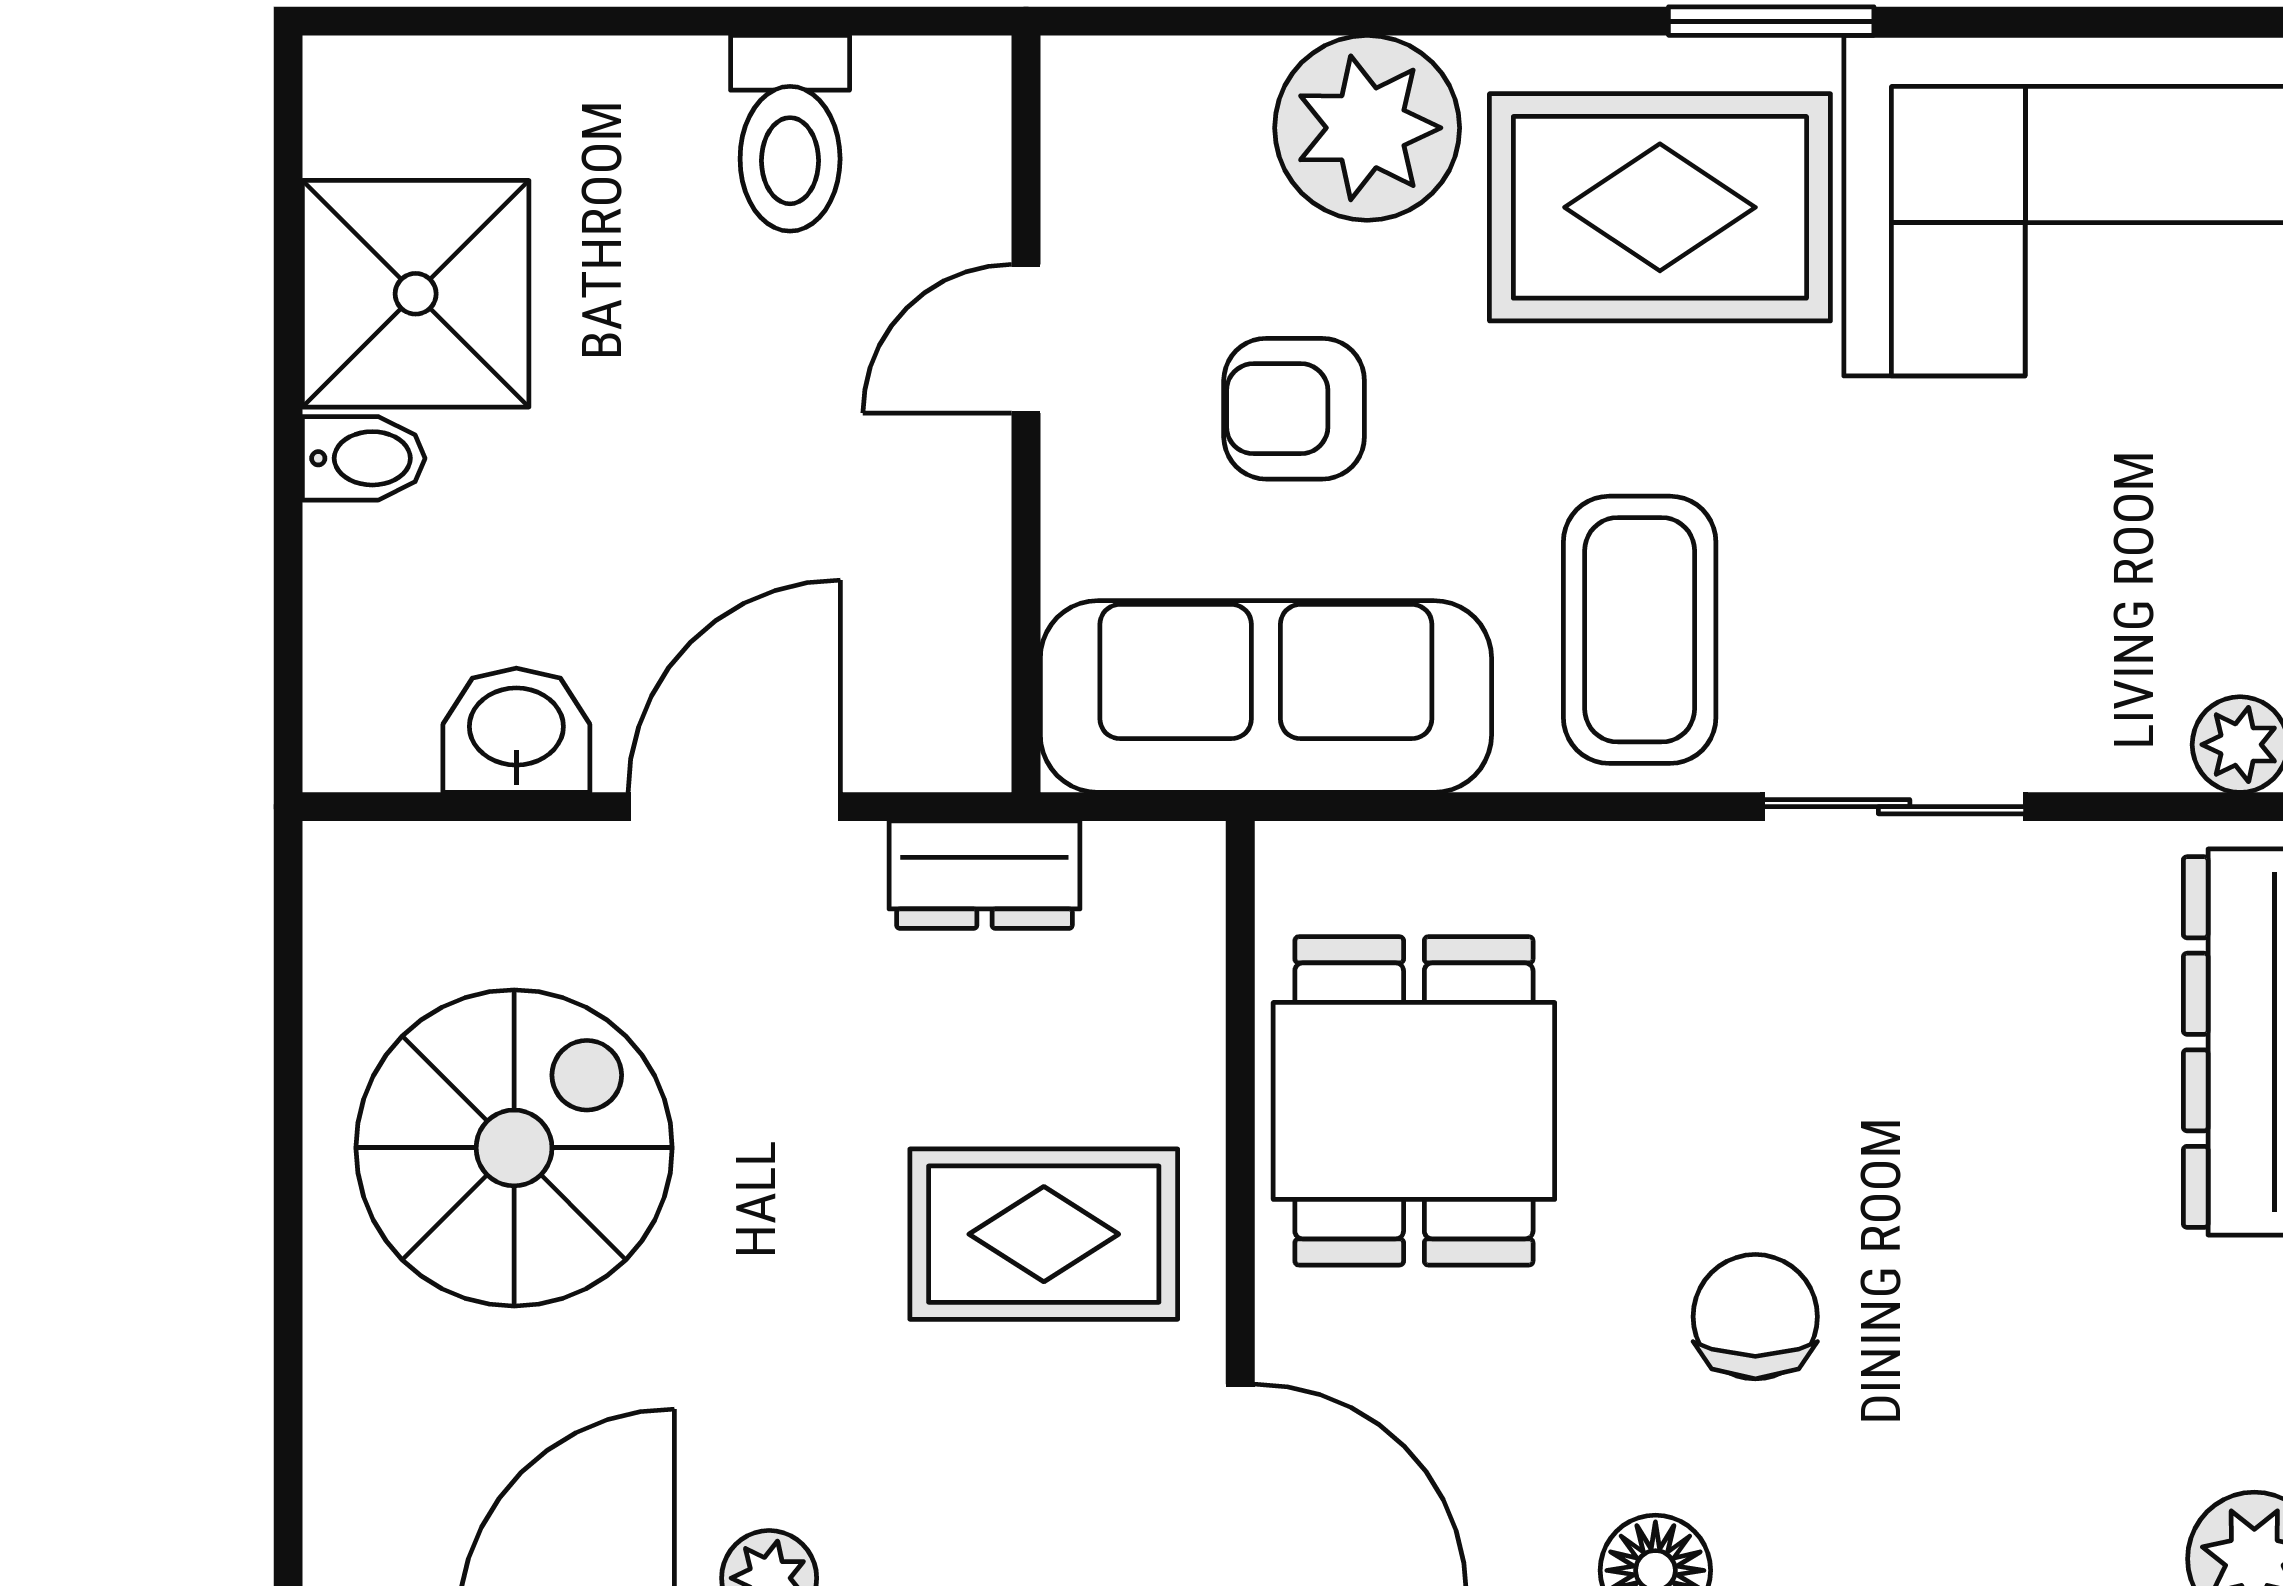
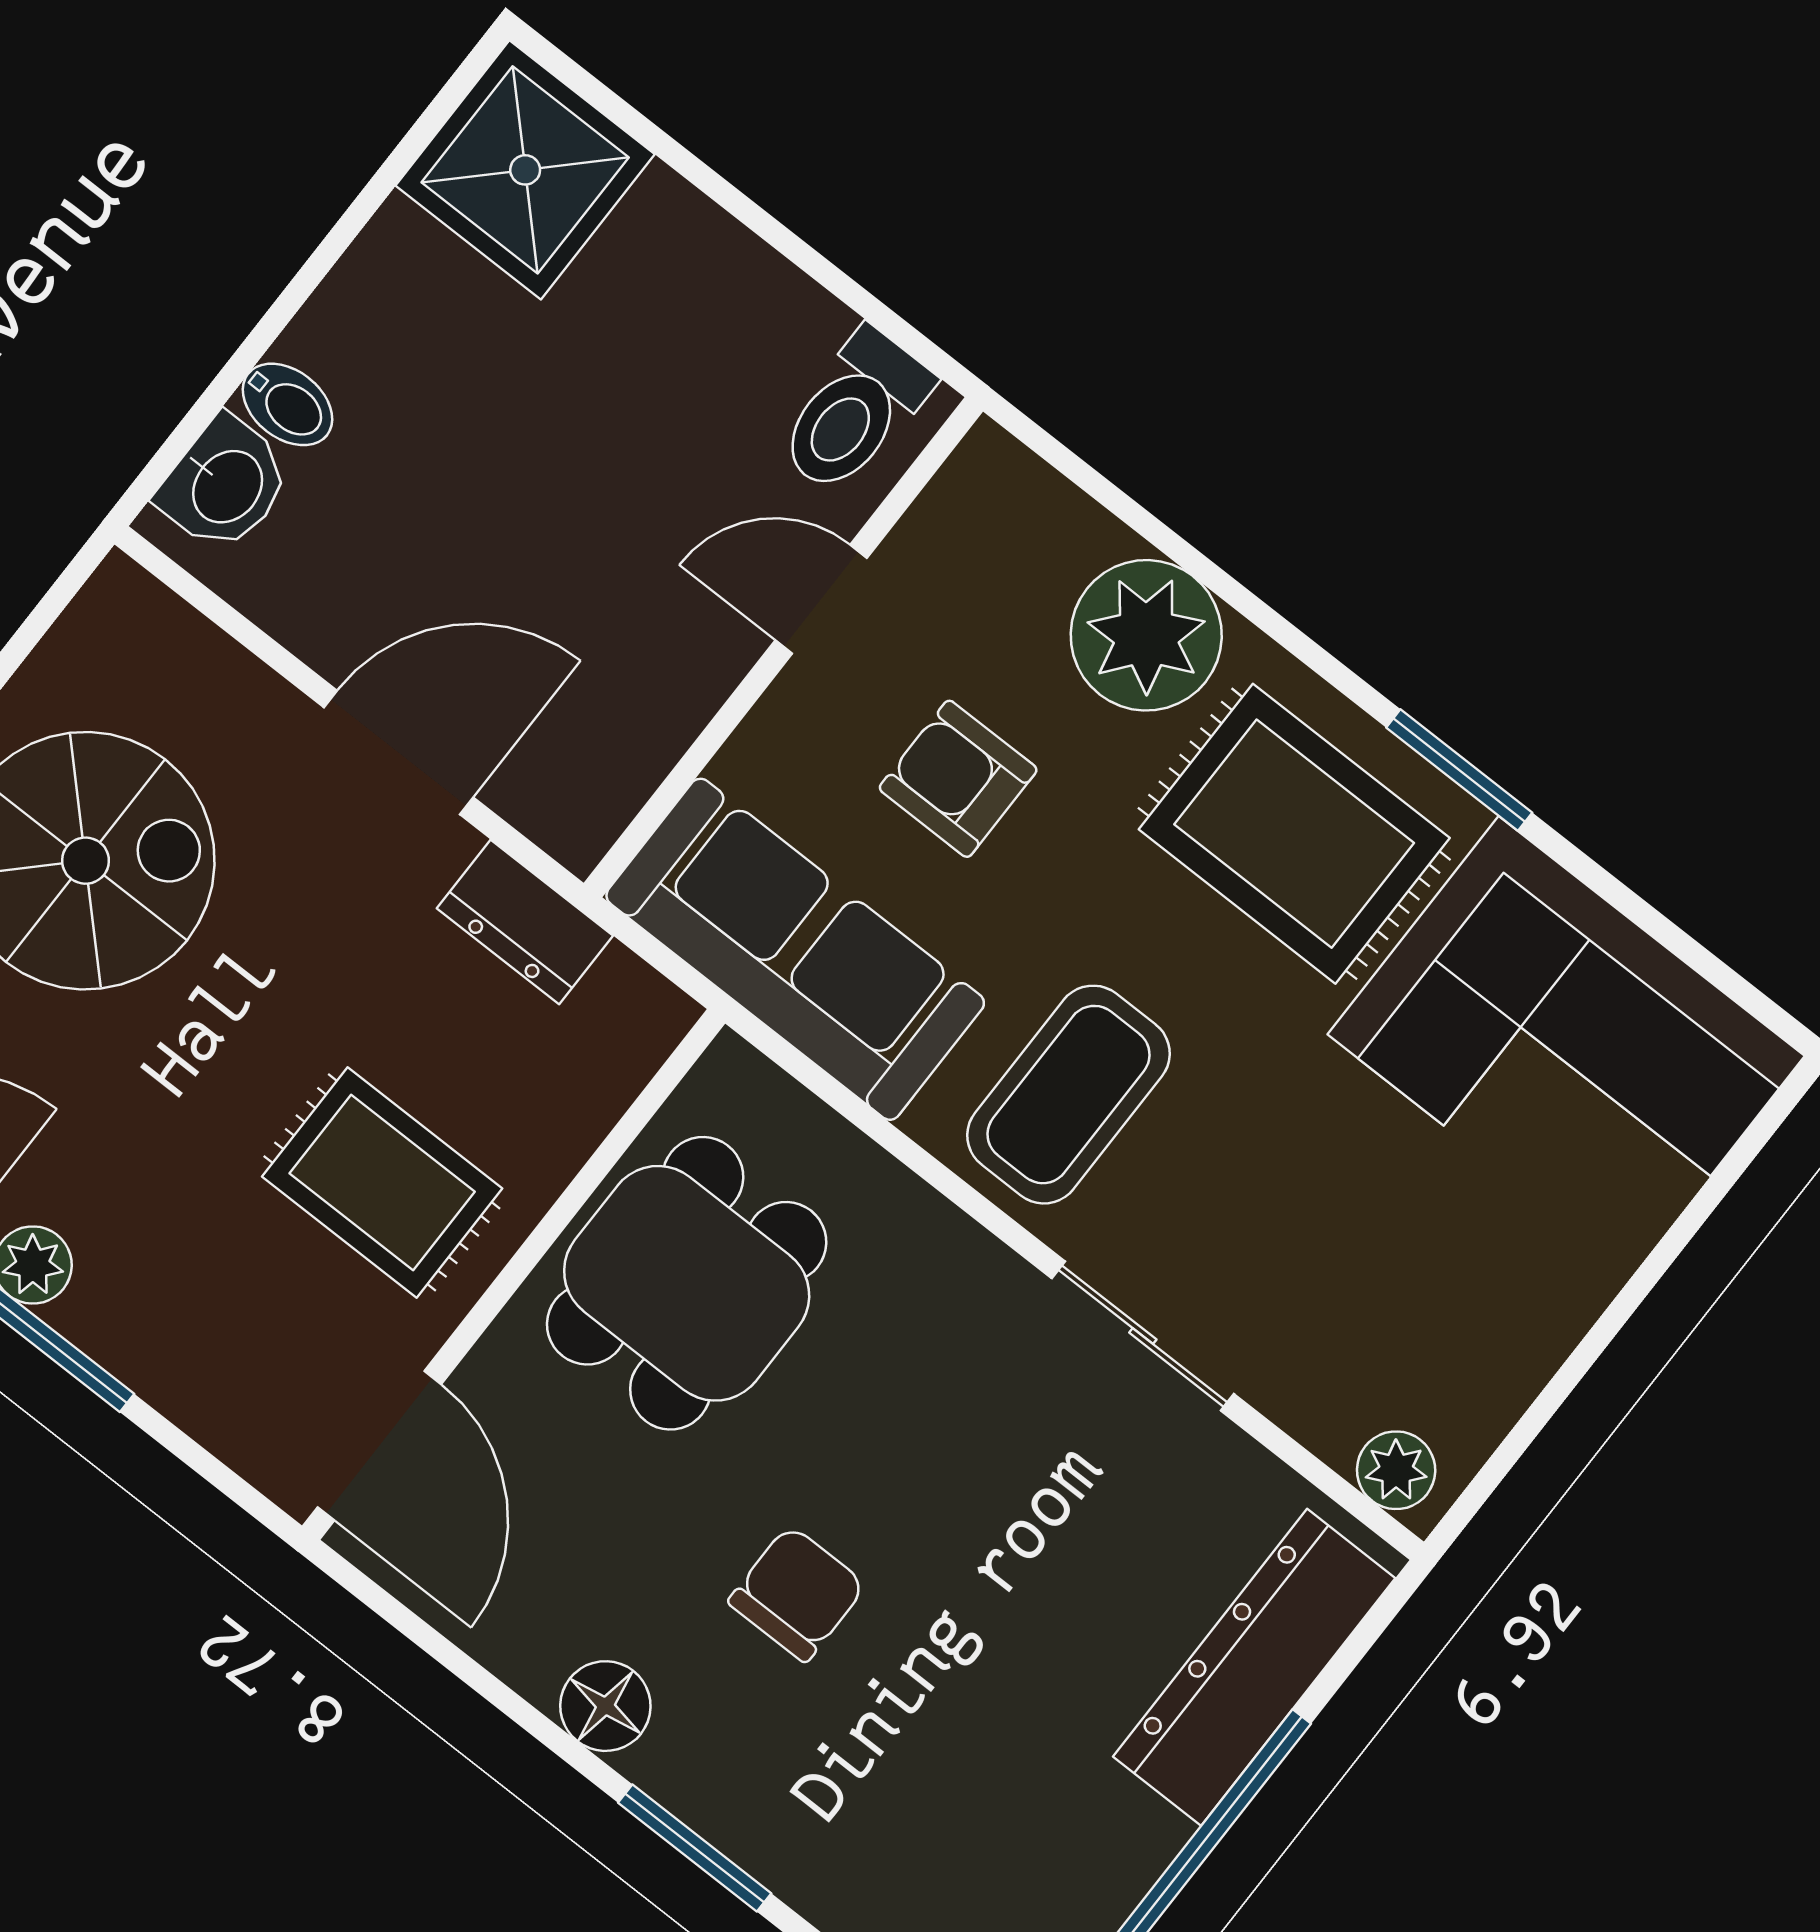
toilet: (790, 133) -> (854, 412), moved
shower: (416, 294) -> (525, 170), moved
bidet: (364, 458) -> (287, 404), moved
washbasin: (516, 730) -> (225, 485), moved, turned 90

